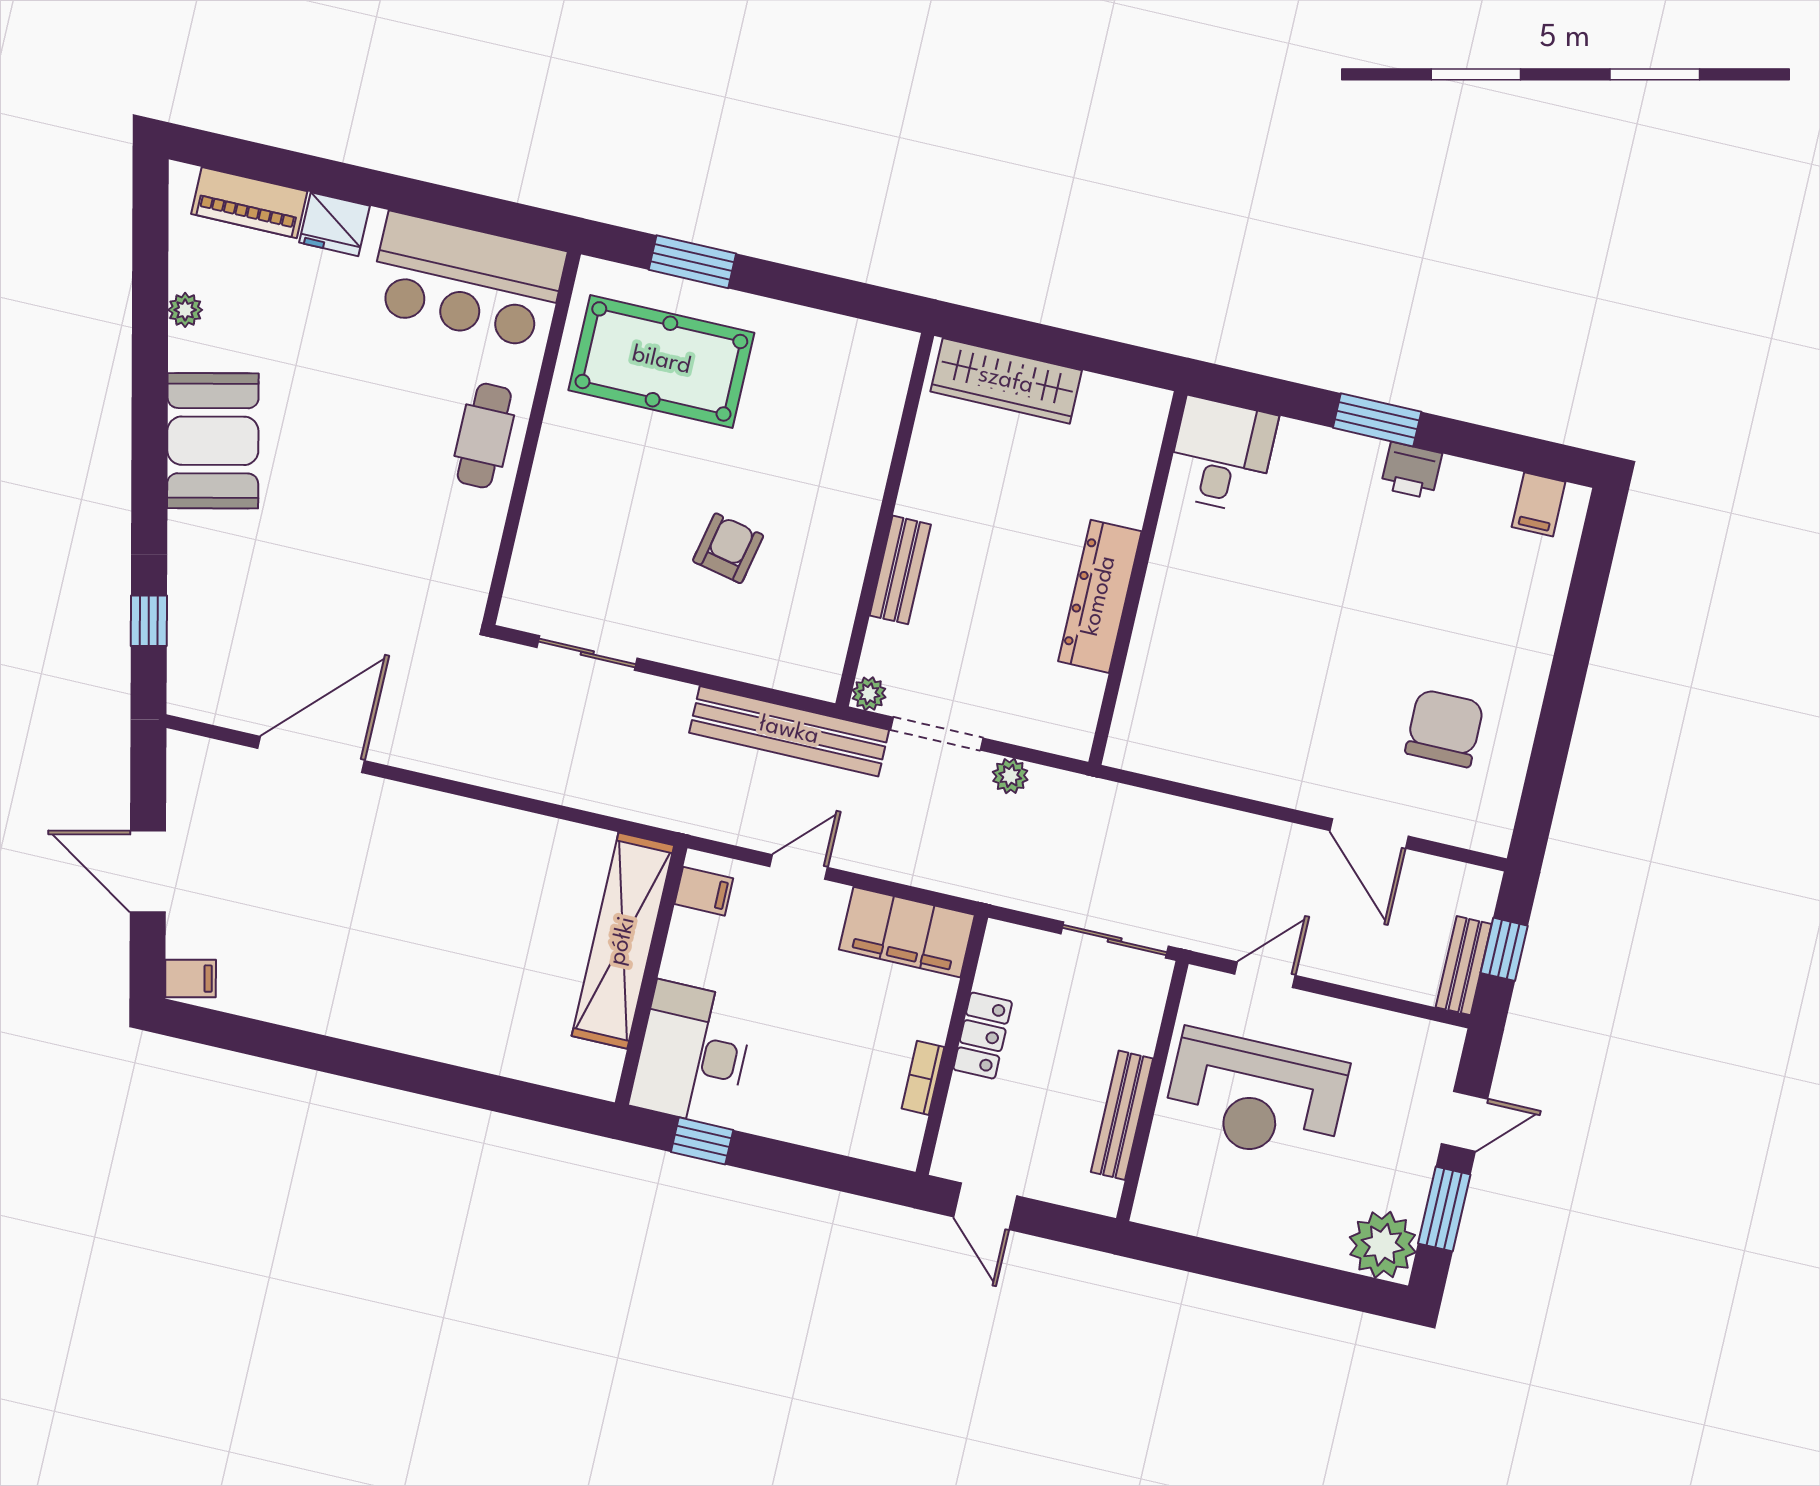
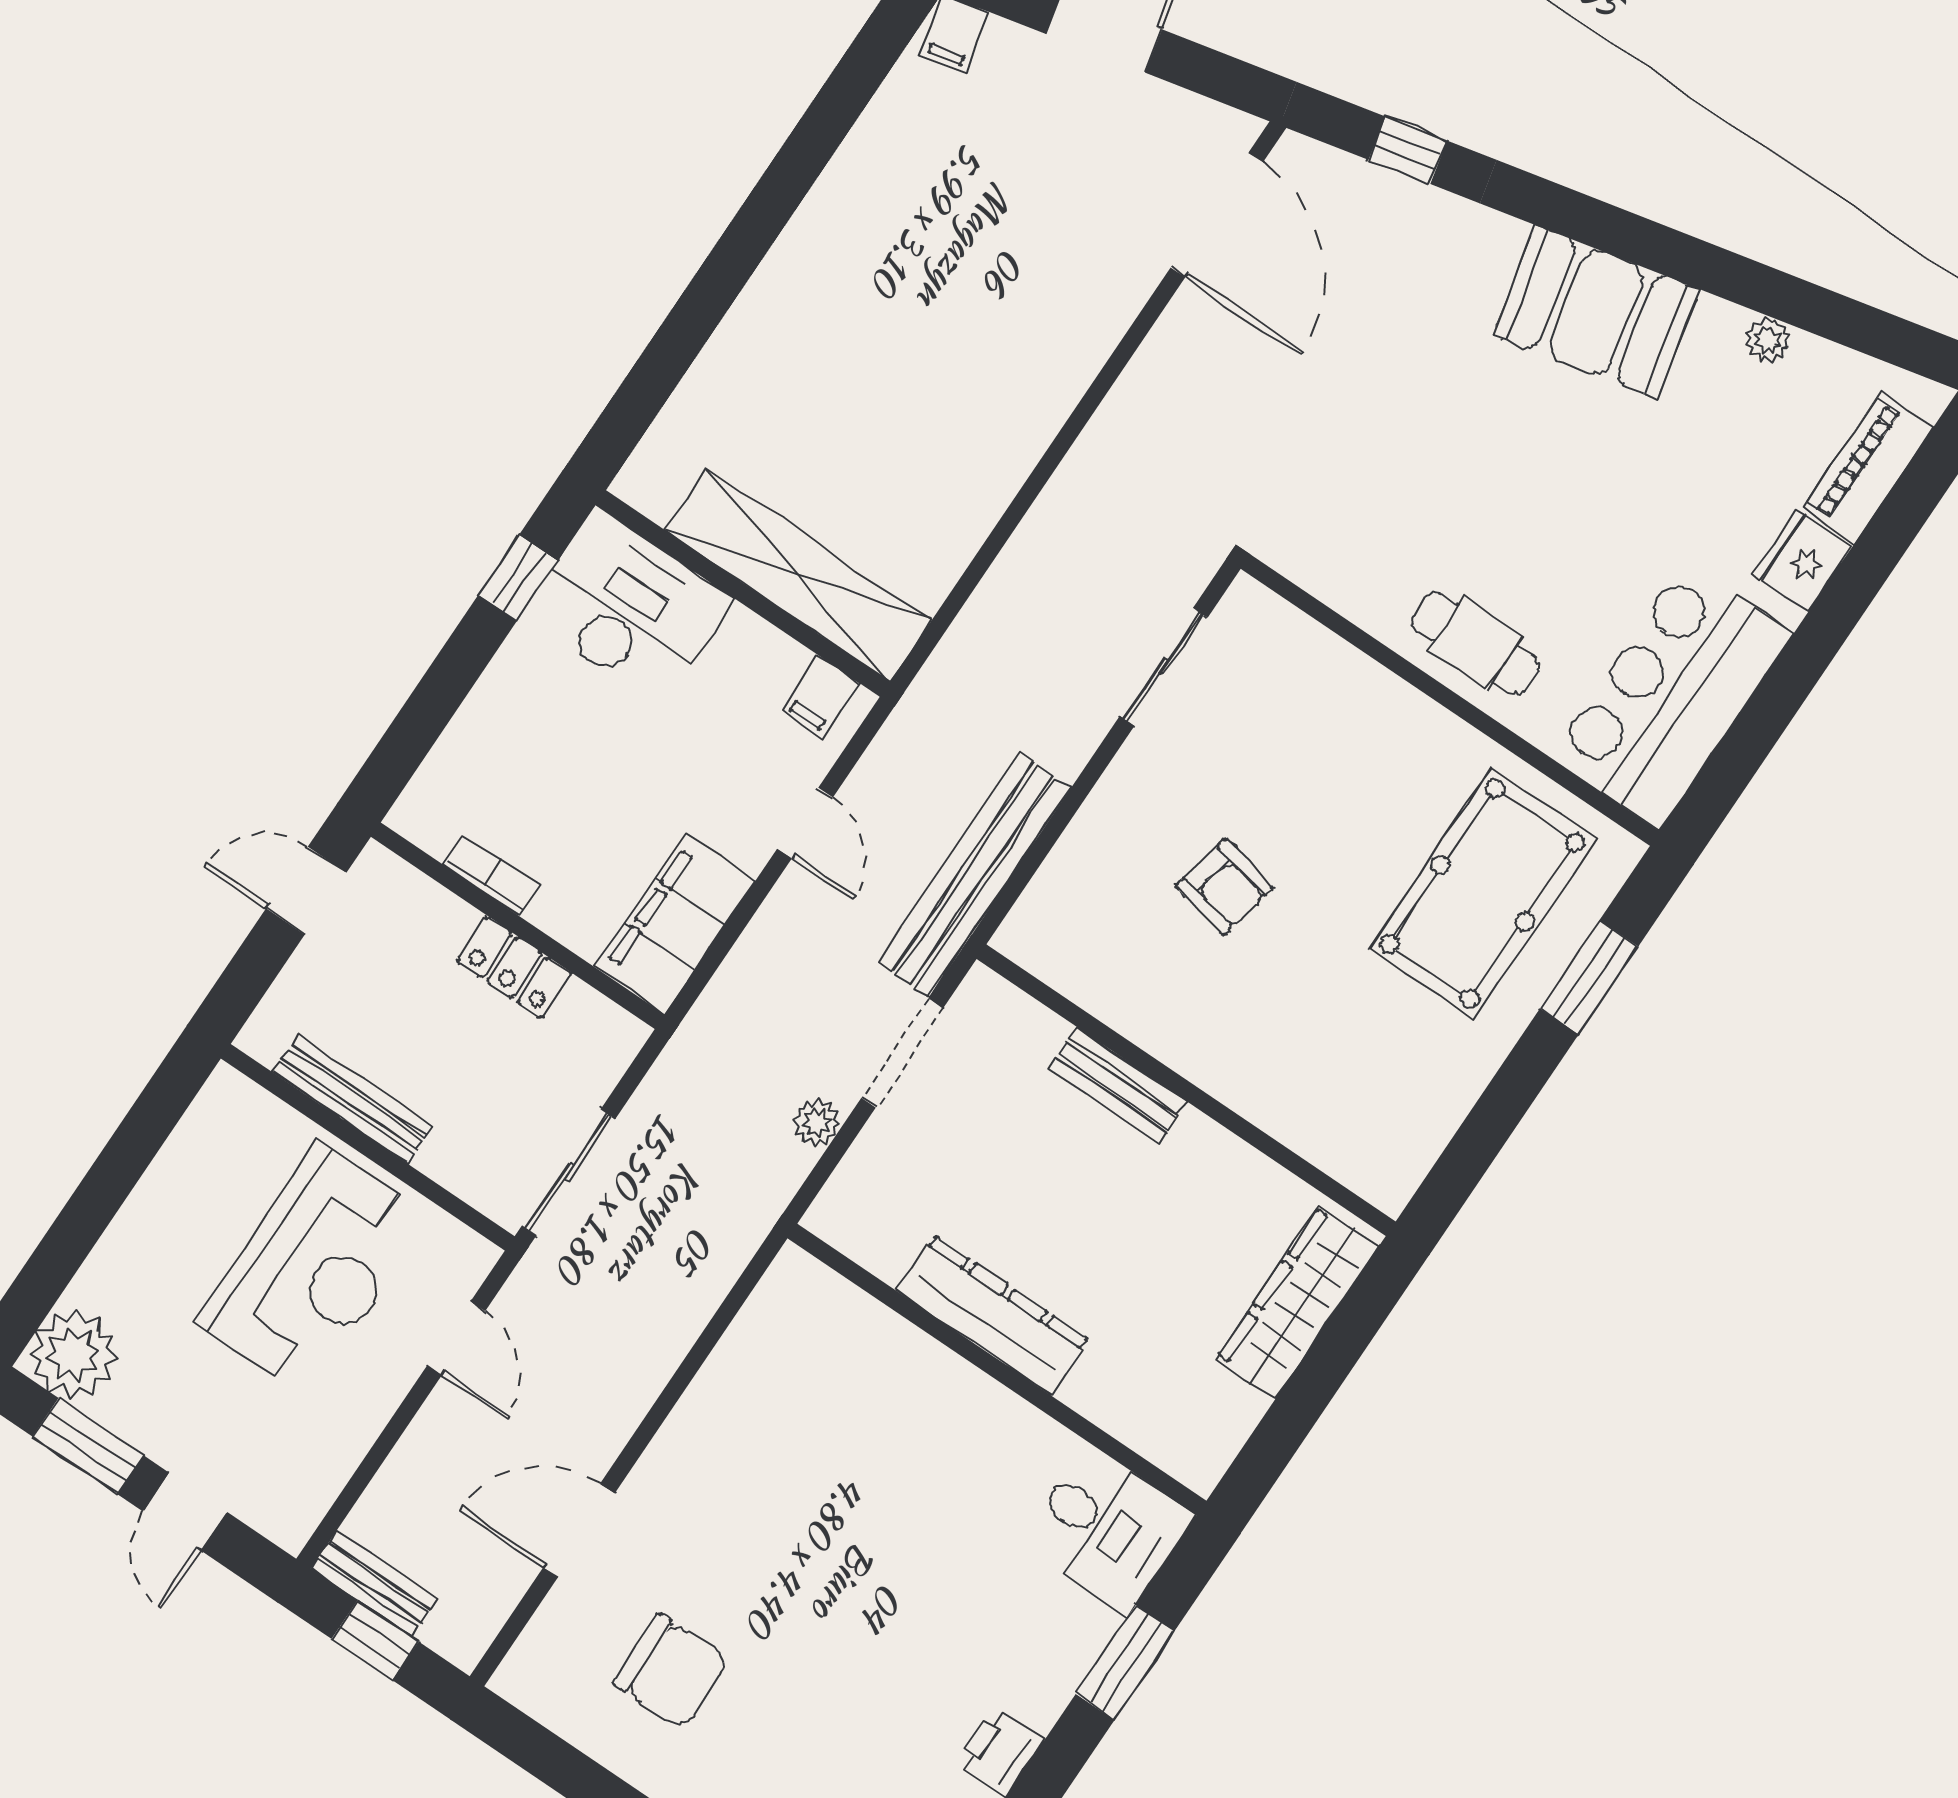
window: (1377, 420) -> (1125, 1663), moved
plant: (869, 694) -> (982, 990), removed
door: (311, 755) -> (1217, 215), moved
reception desk: (1256, 1096) -> (313, 1270), turned 180

